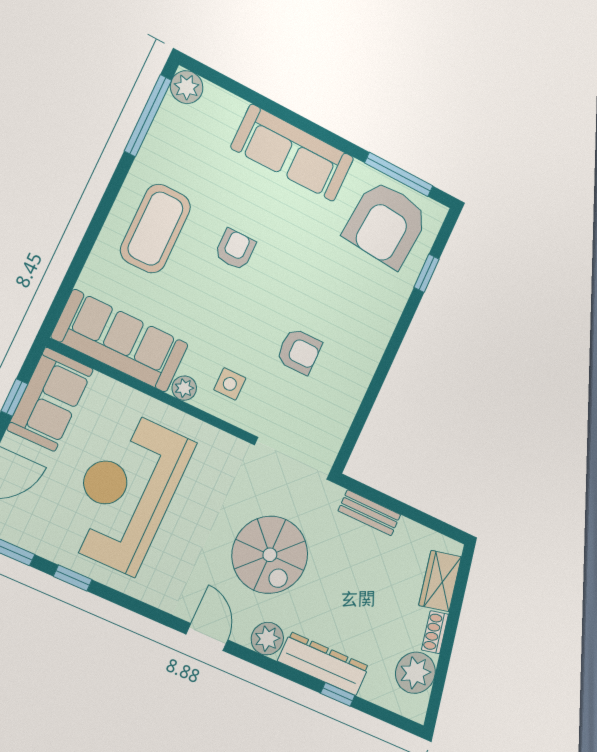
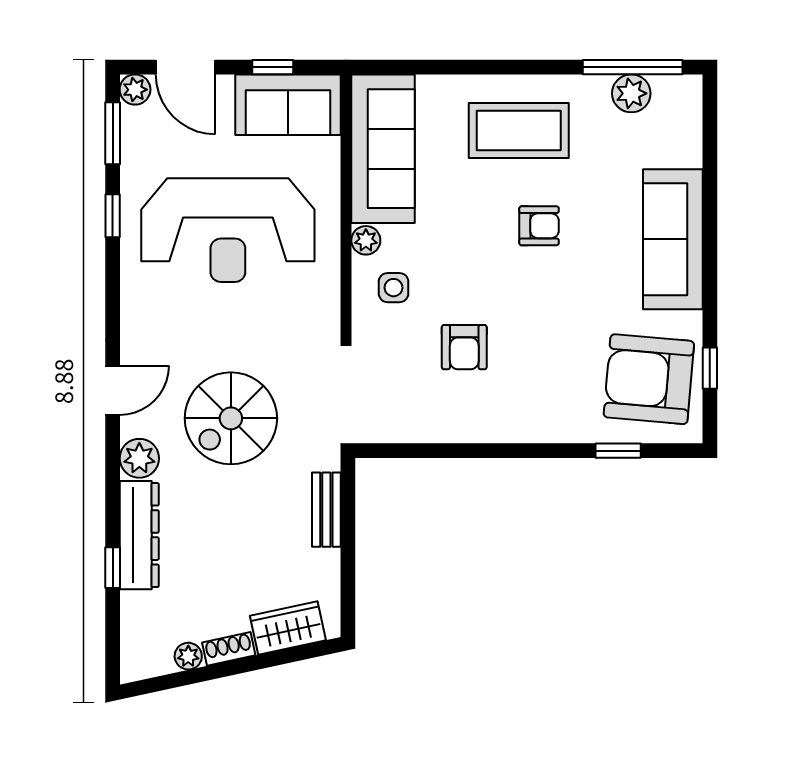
plant: (187, 87) -> (631, 93), moved
window: (399, 174) -> (710, 368), width x0.46
reception desk: (126, 492) -> (228, 230), turned 180
plant: (415, 673) -> (188, 656), width x0.53, depth x0.53

